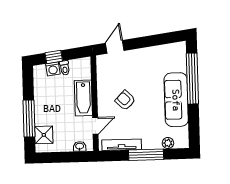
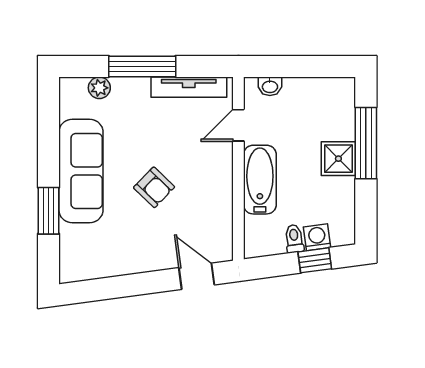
door: (115, 47) -> (197, 276), swing flipped
window: (192, 79) -> (48, 211), width x0.47
armchair: (125, 100) -> (154, 187), moved
shower: (44, 135) -> (338, 159), moved

